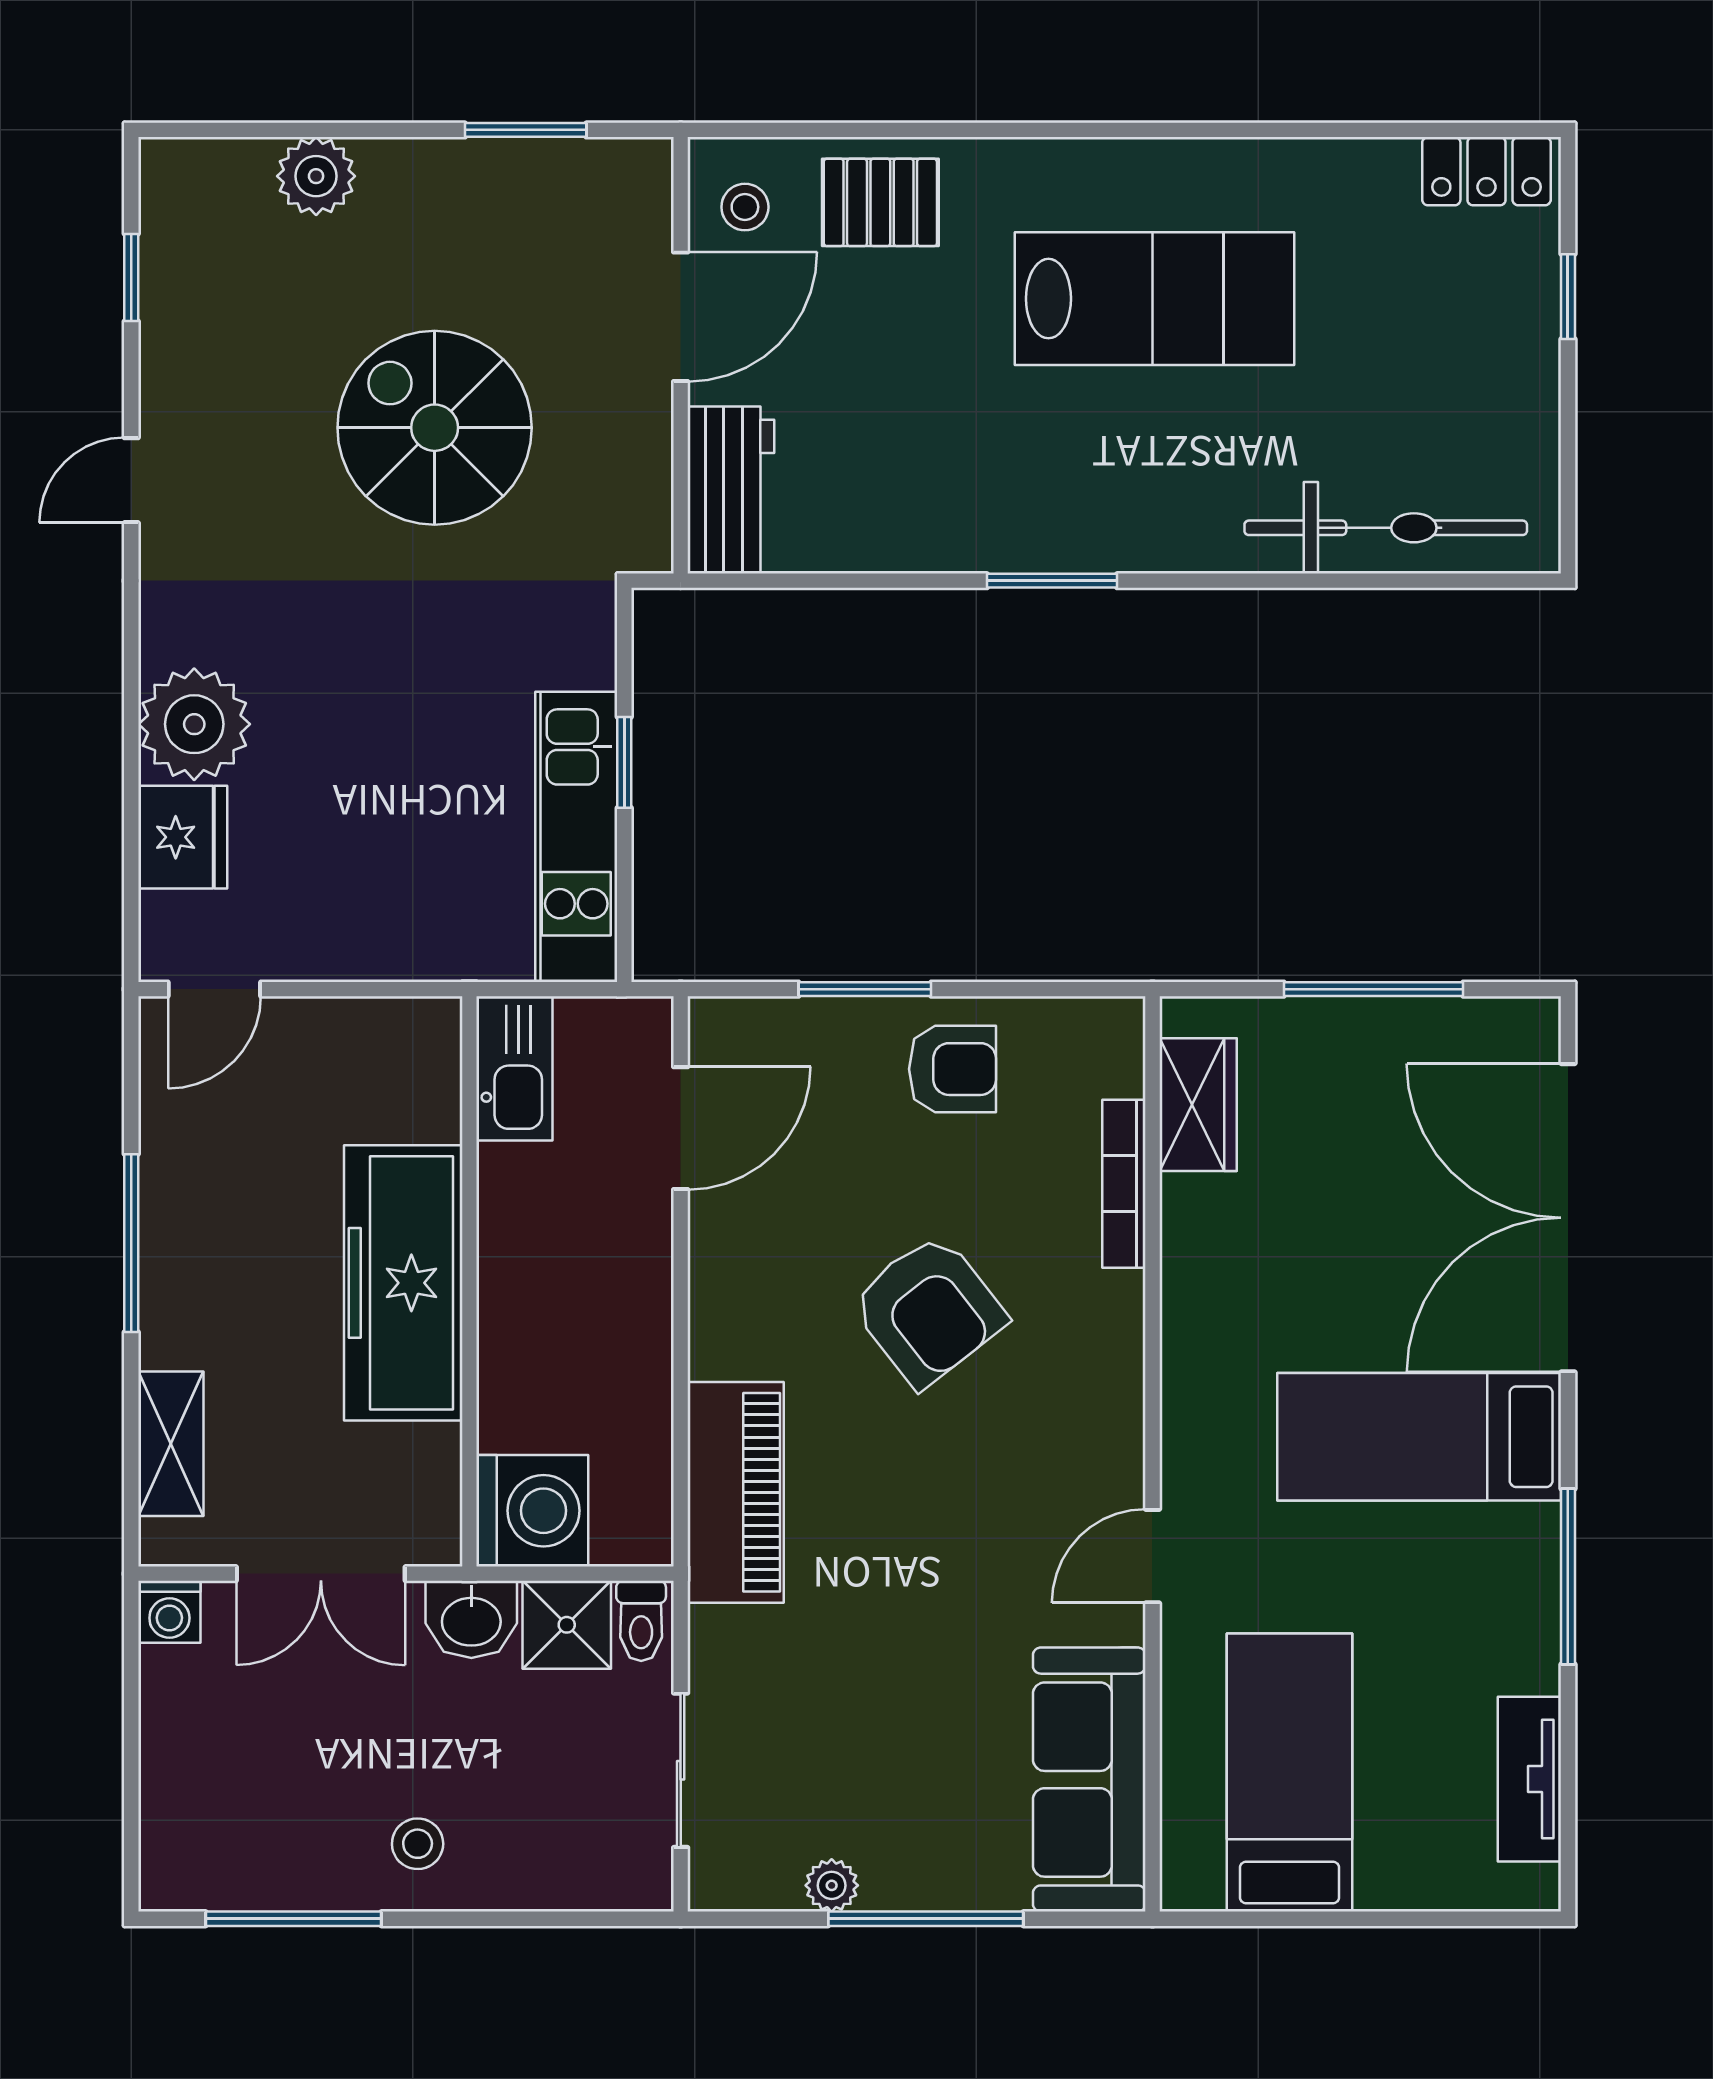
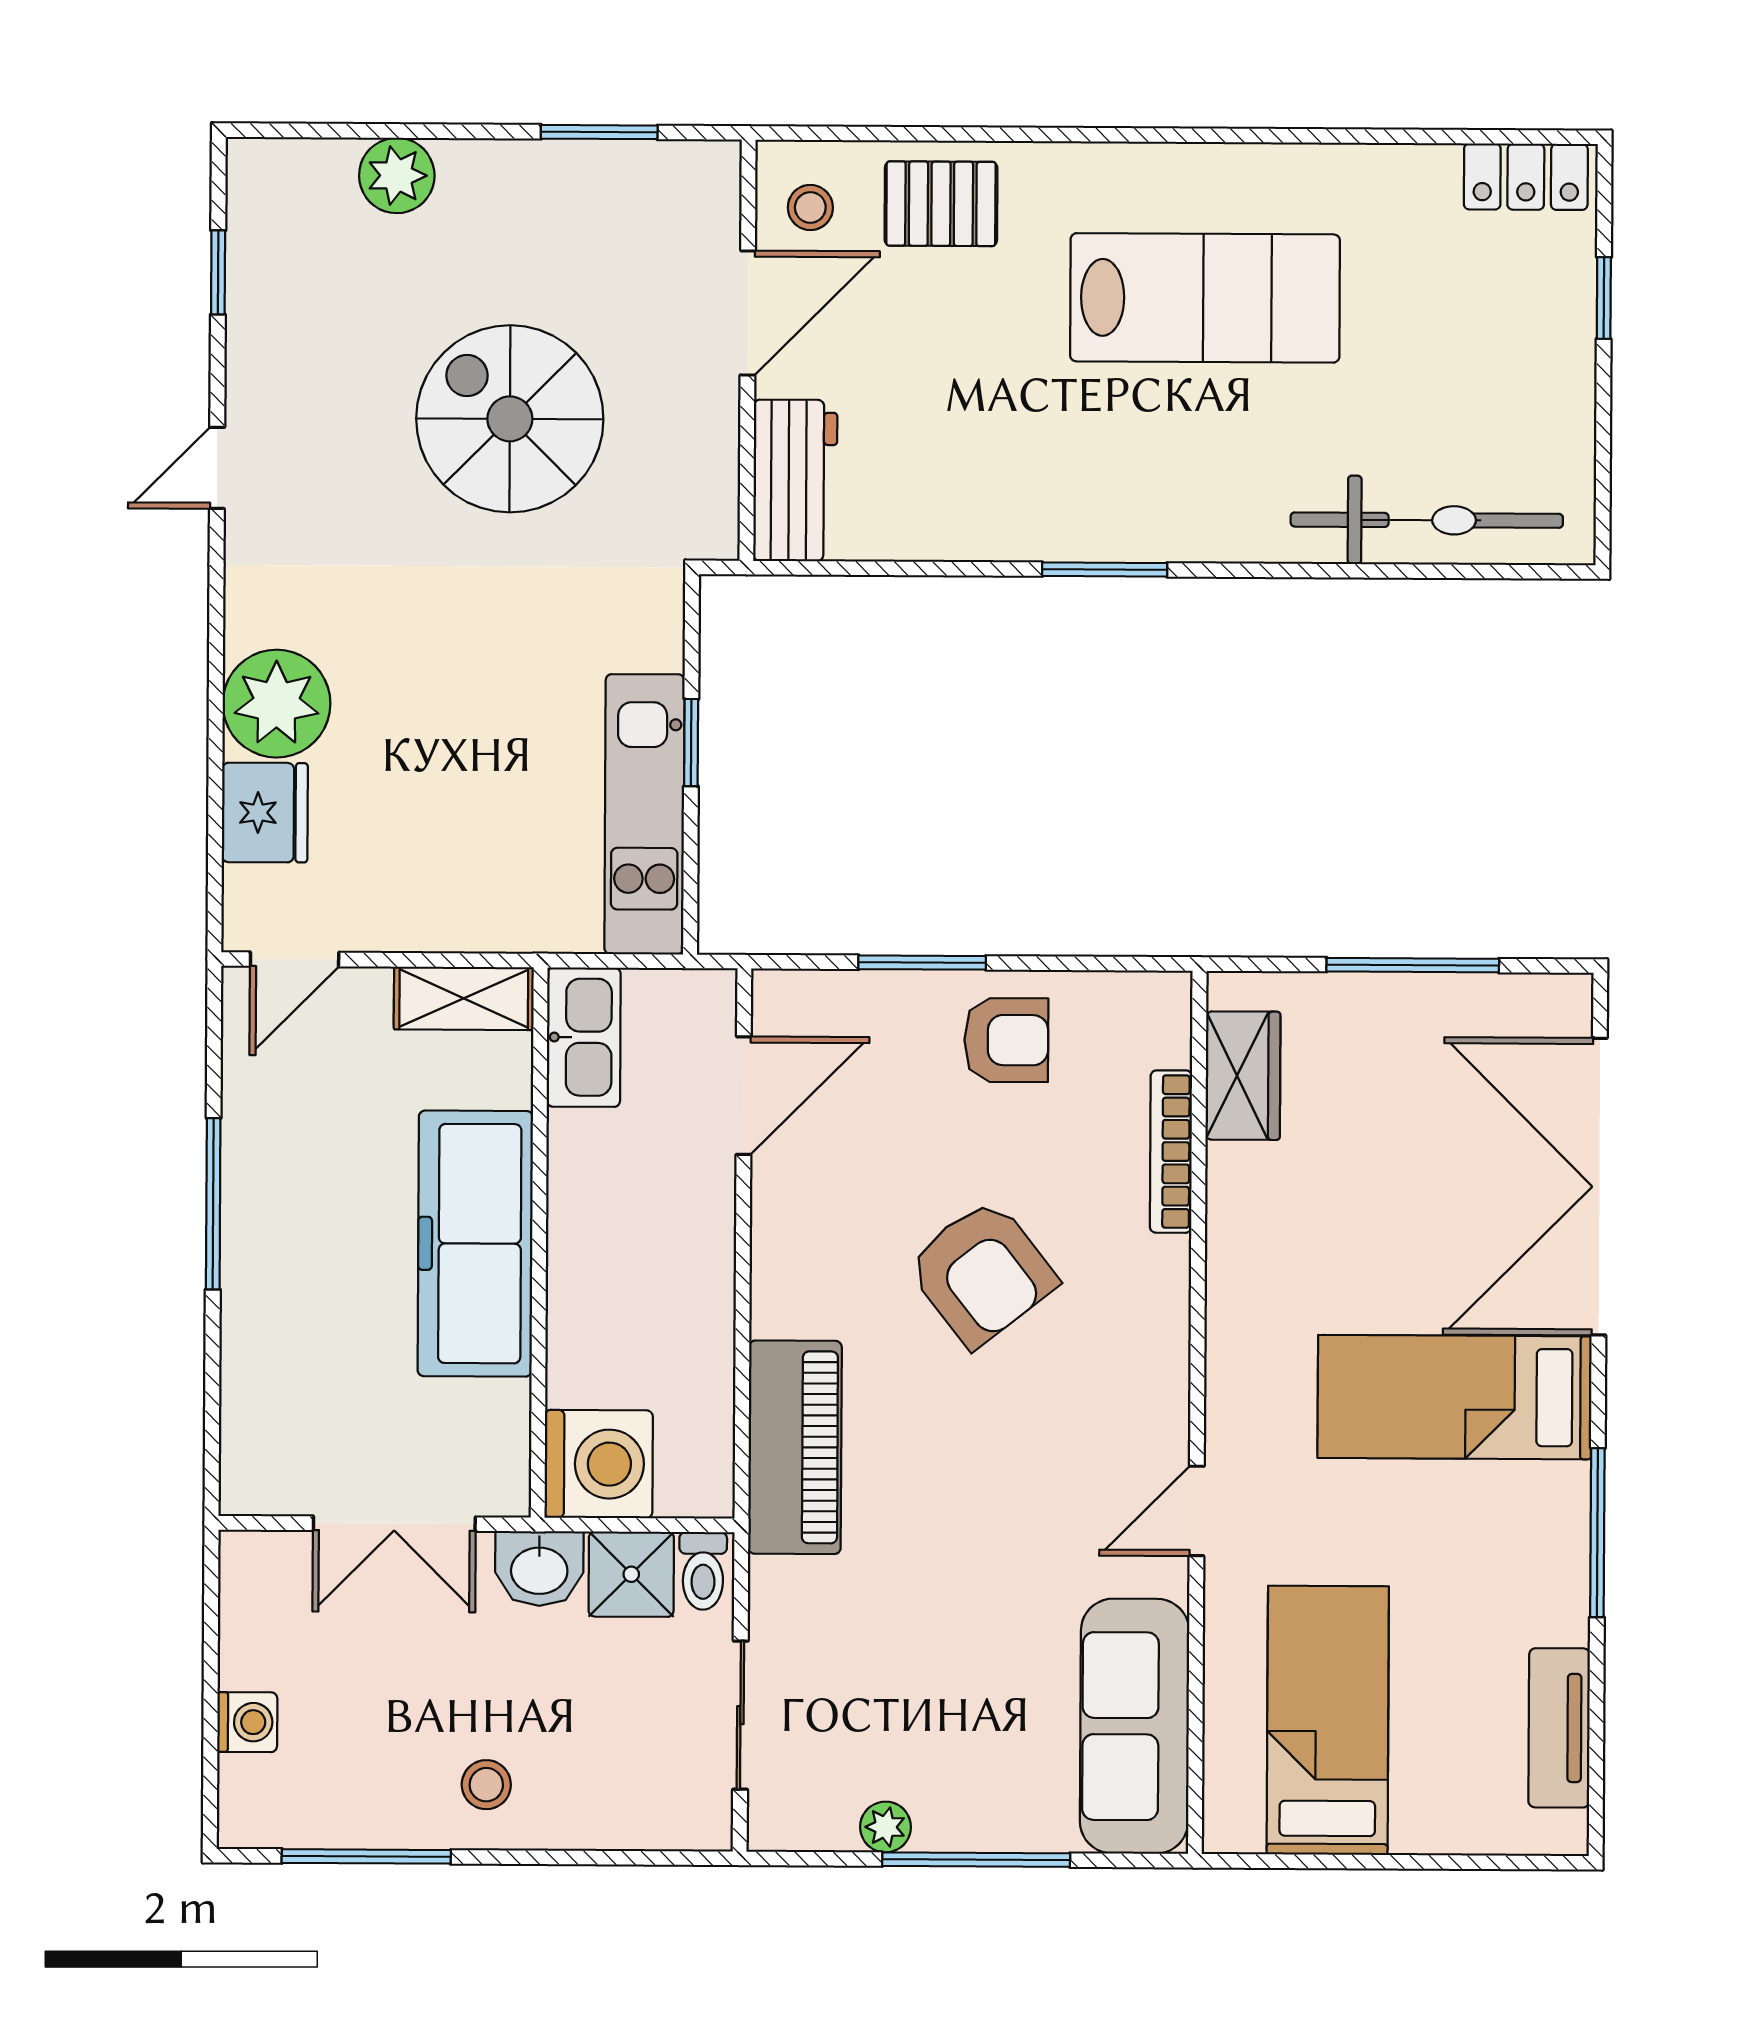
shelving: (171, 1444) -> (464, 998), moved, turned 90
washing machine: (169, 1612) -> (247, 1722), moved, turned -90

